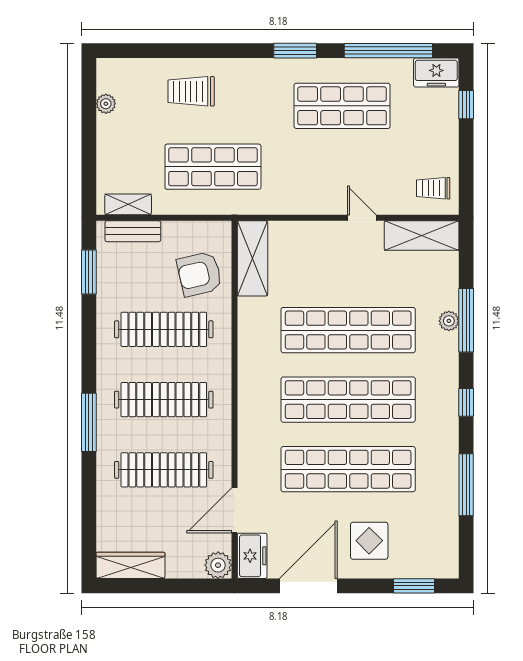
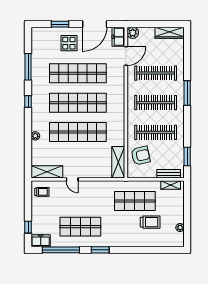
trolley: (191, 91) -> (150, 222), moved
window: (466, 320) -> (28, 136), removed
window: (414, 586) -> (60, 24), moved

